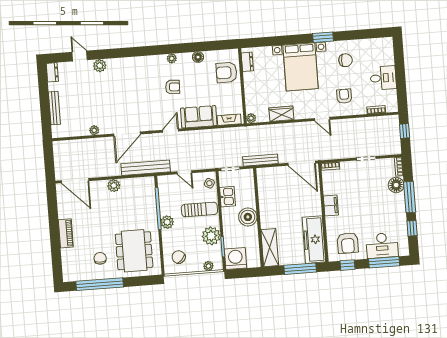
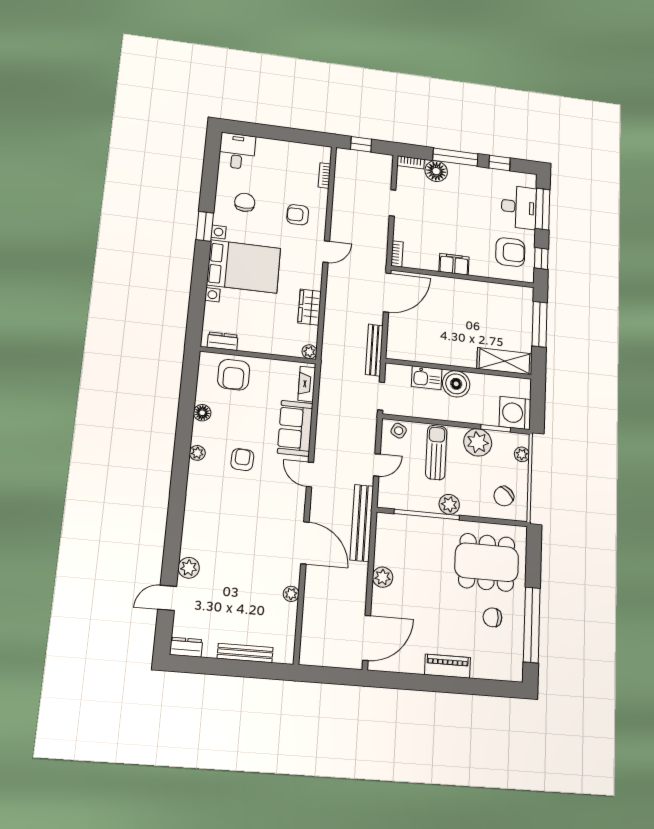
desk: (383, 78) -> (237, 151), moved
kitchen sink: (227, 197) -> (427, 378), moved, turned 180
freezer: (314, 240) -> (500, 297), removed

